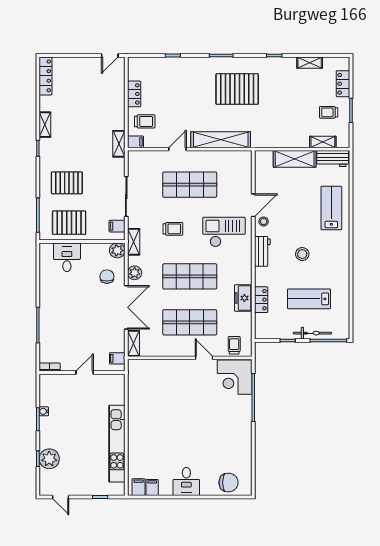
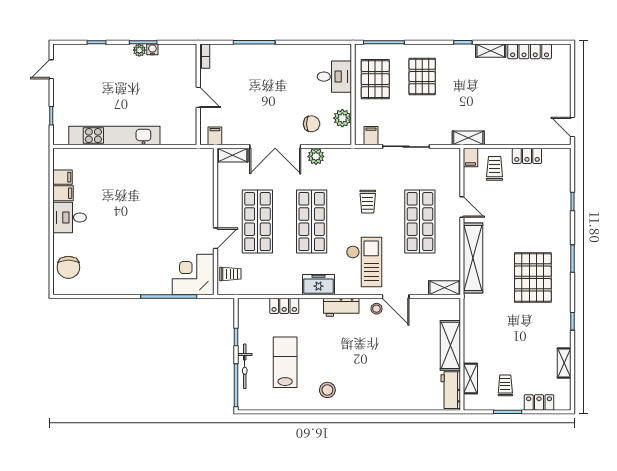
locker: (46, 76) -> (530, 51), moved
trolley: (145, 121) -> (495, 168), turned 180
lab bench: (331, 208) -> (392, 389), removed
shelving: (134, 242) -> (444, 288), moved
plant: (117, 250) -> (342, 118), moved
stool: (302, 254) -> (327, 390), moved
freezer: (243, 298) -> (319, 285), moved
plant: (49, 459) -> (139, 50), moved, width x0.53, depth x0.53
filing cabinet: (139, 487) -> (63, 193), moved

